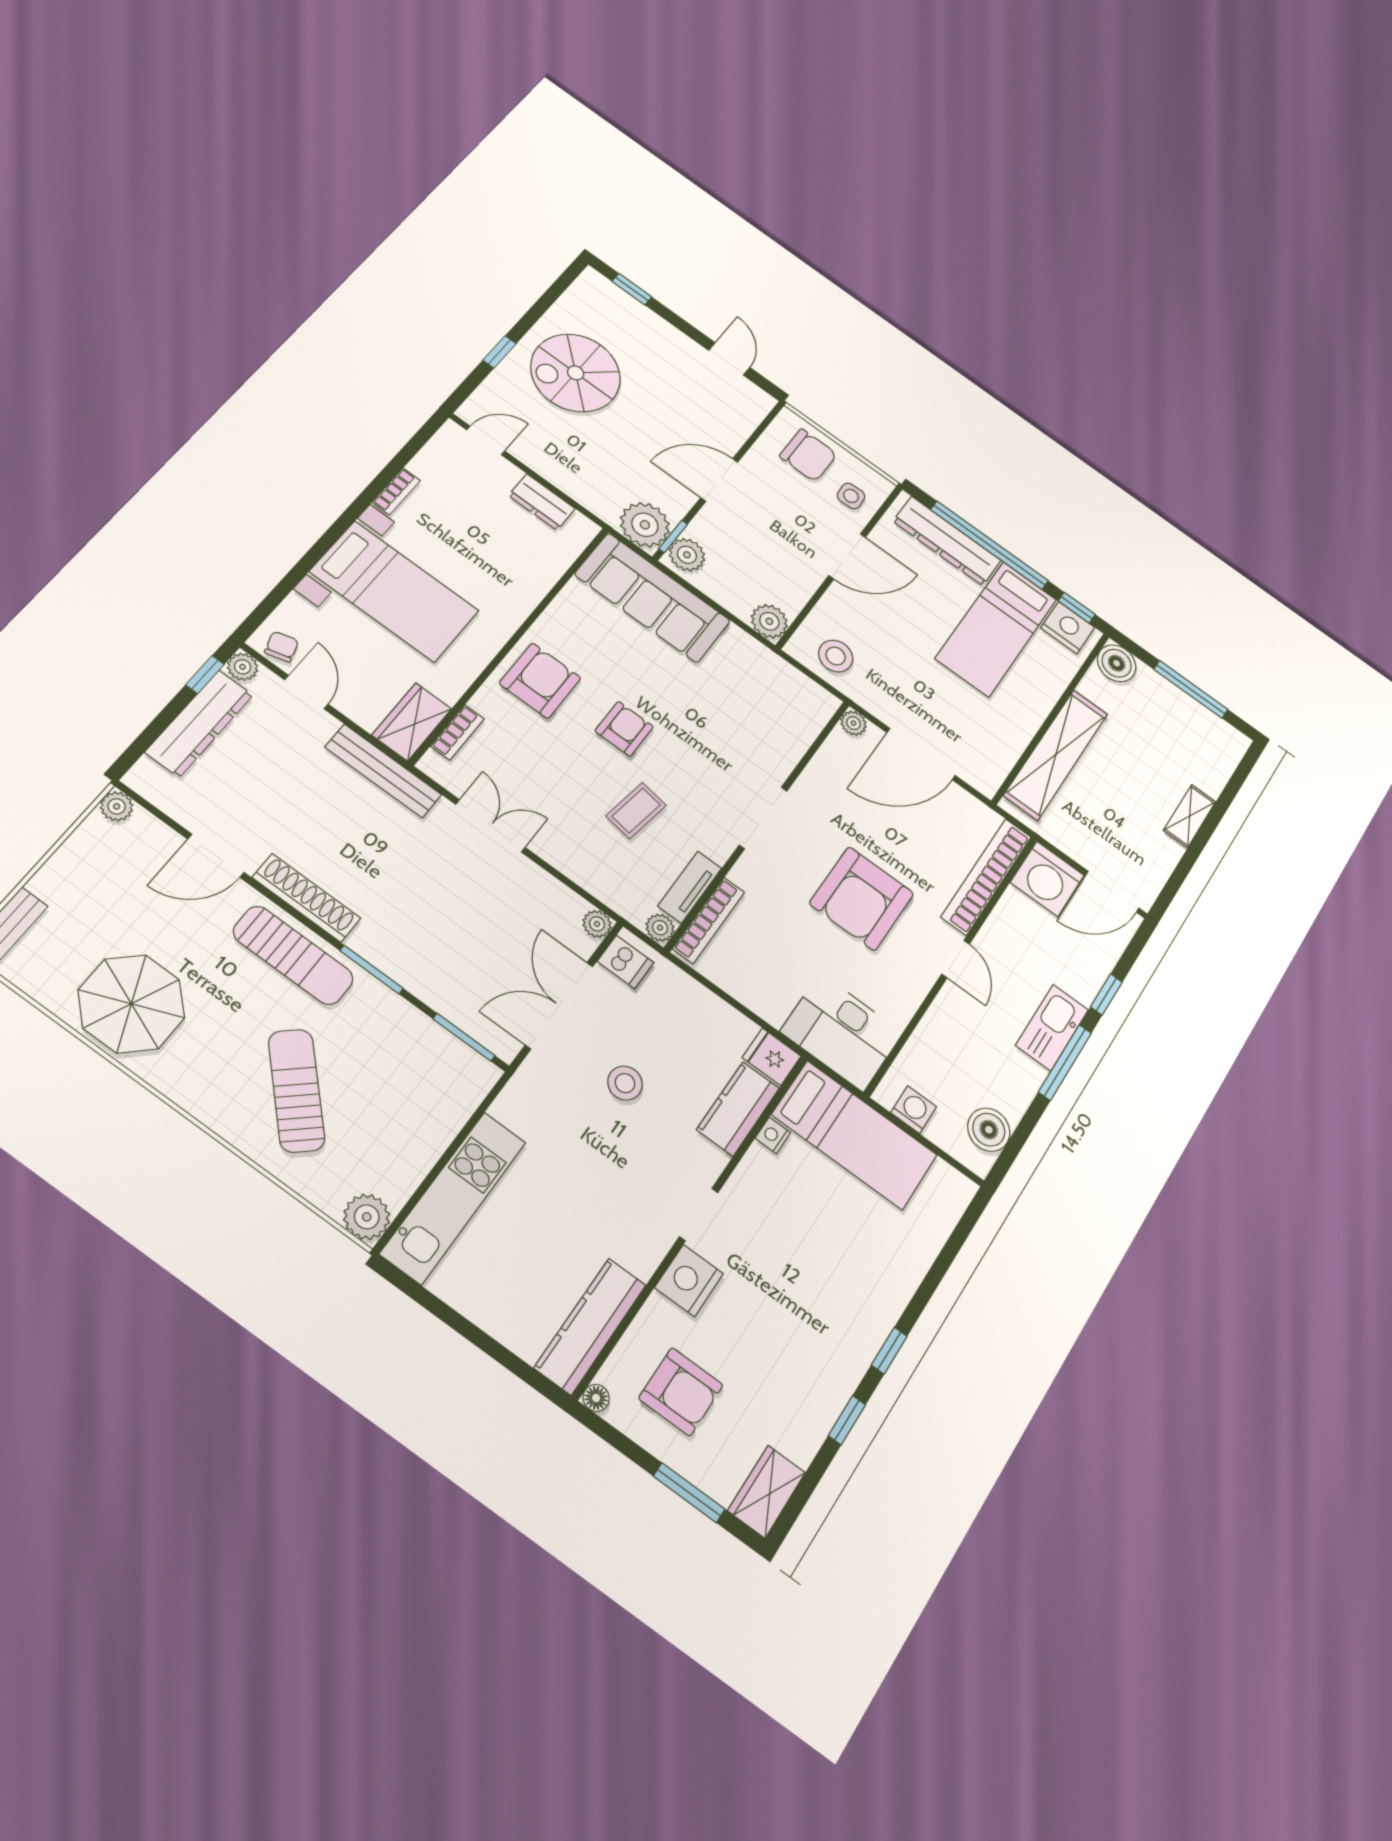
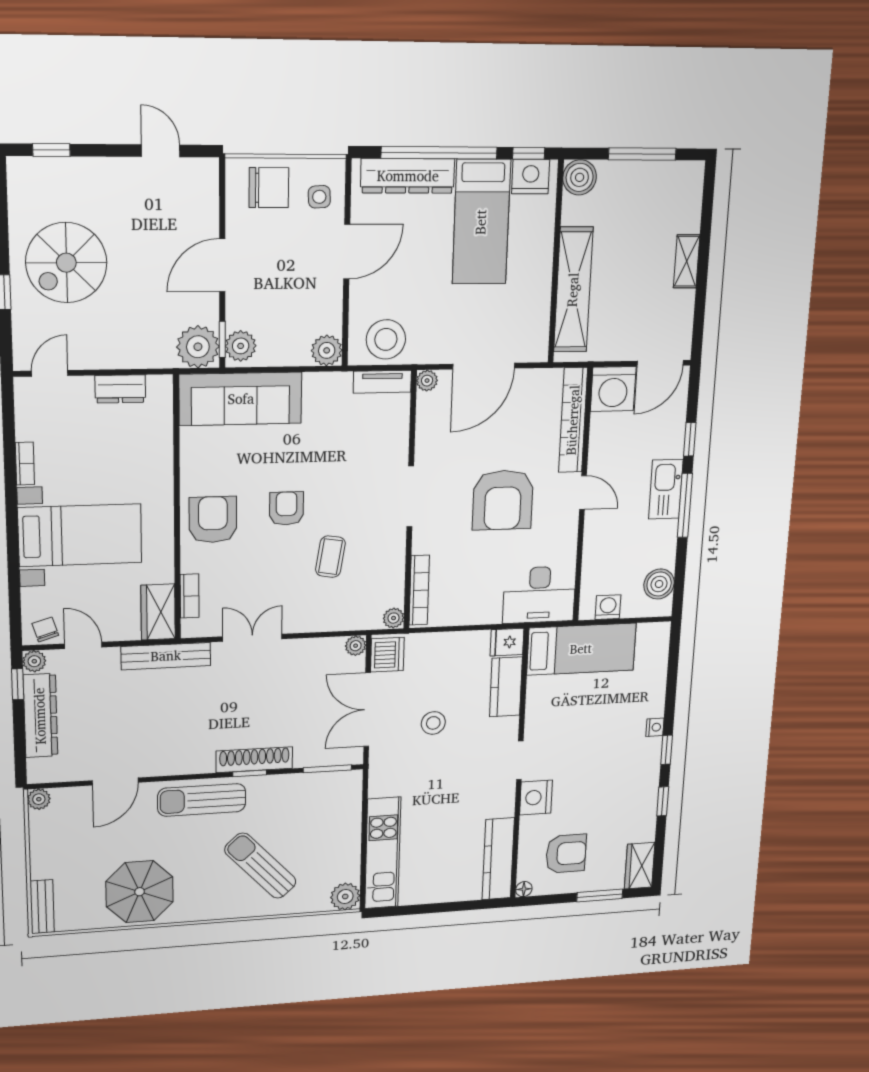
stool: (836, 656) -> (386, 339), width x1.38, depth x1.38
tv unit: (690, 887) -> (382, 382), moved, turned -90
shoe rack: (306, 898) -> (254, 760), moved
sun lounger: (293, 955) -> (202, 800), turned 180
dishwasher: (626, 962) -> (387, 655), width x1.38
window: (371, 970) -> (250, 773), width x0.67
nightstand: (773, 1135) -> (655, 727), moved, turned 180

